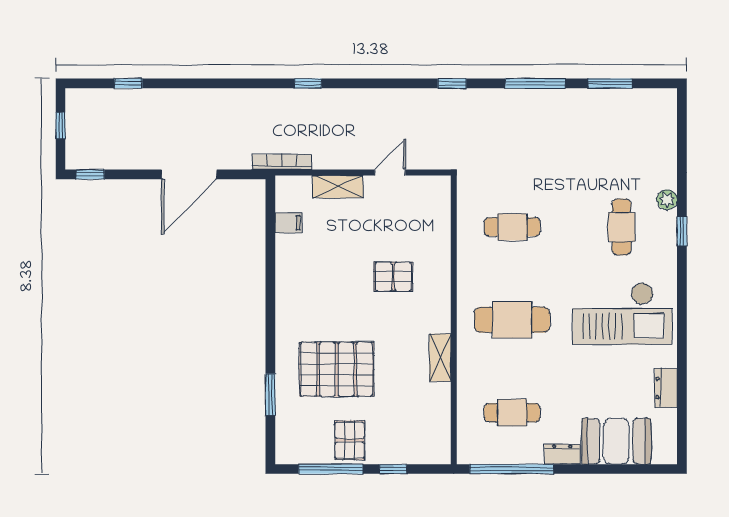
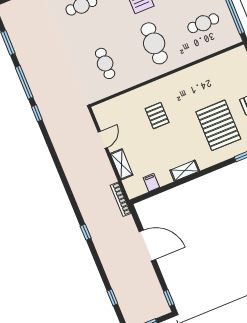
window: (308, 83) -> (86, 232), moved
window: (452, 83) -> (37, 113), moved
door: (390, 172) -> (103, 140), swing flipped
shelving: (440, 358) -> (185, 171), moved
cafe table: (512, 413) -> (203, 23), turned 90

